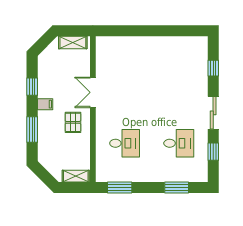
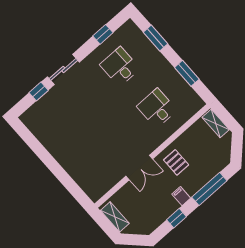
sliding door: (213, 113) -> (63, 69), moved
pallet: (73, 122) -> (176, 162), turned 90
window: (32, 129) -> (209, 189), width x1.44
window: (120, 188) -> (187, 73), moved

